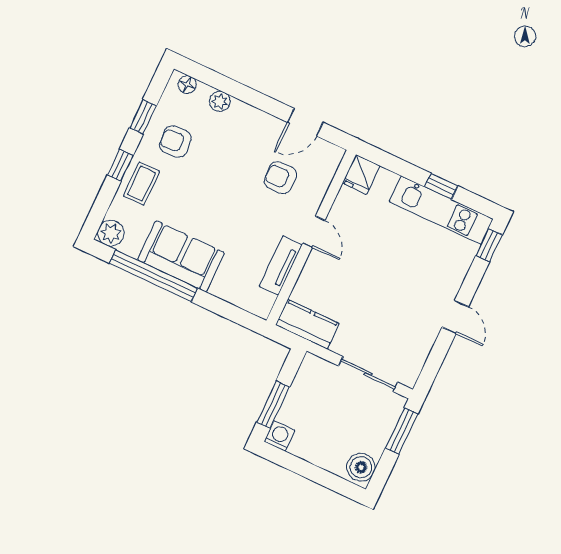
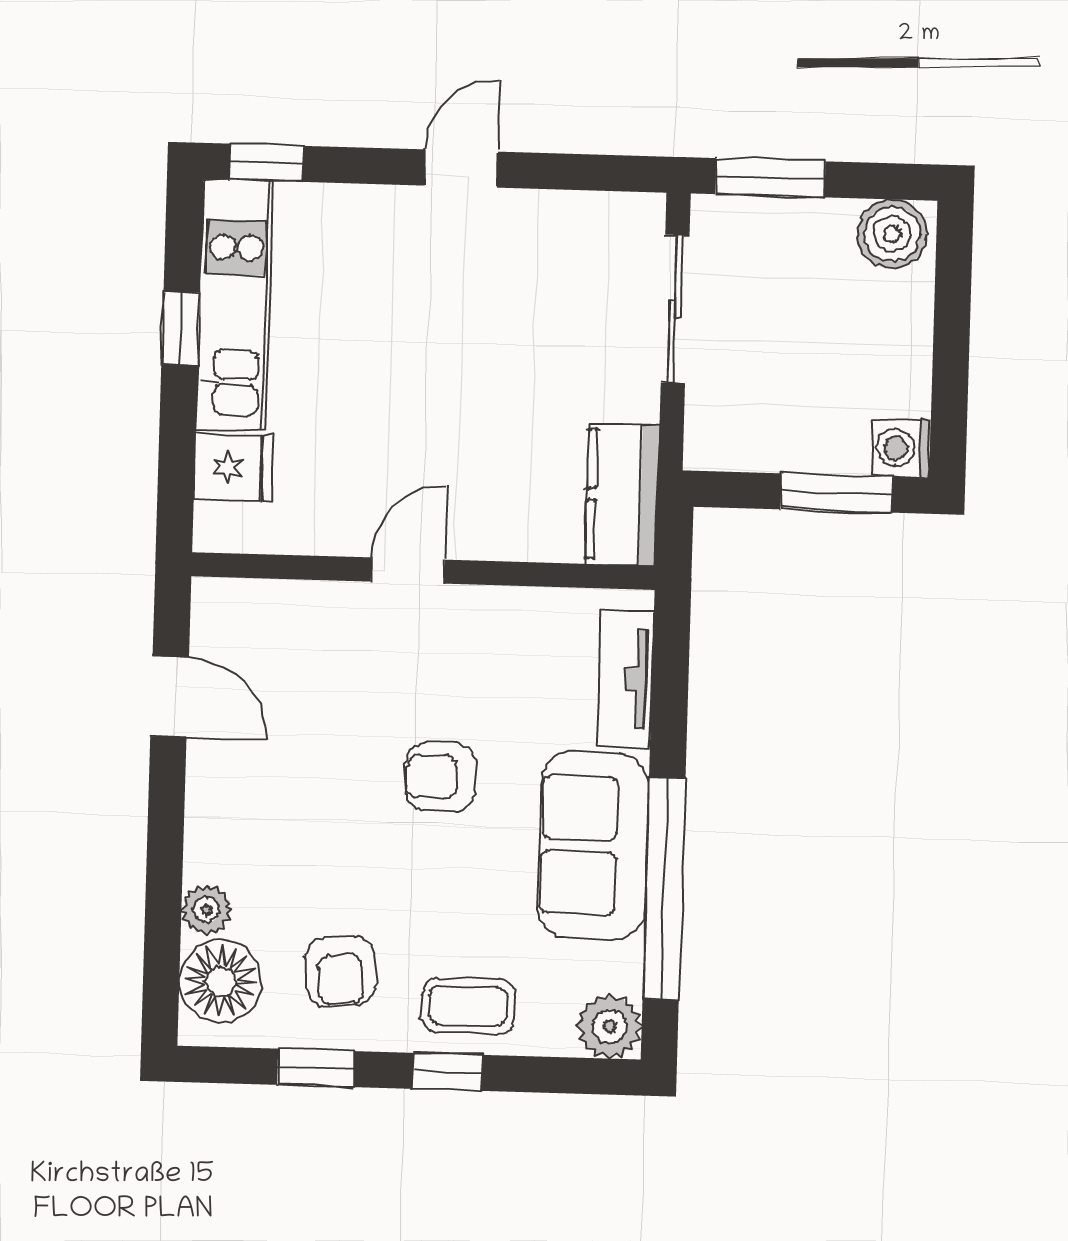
floor lamp: (187, 85) -> (220, 981), width x1.89, depth x1.89
fridge: (361, 174) -> (234, 468), moved
armchair: (280, 178) -> (440, 777), moved, turned 90
tv unit: (281, 266) -> (626, 679), moved, turned 90

